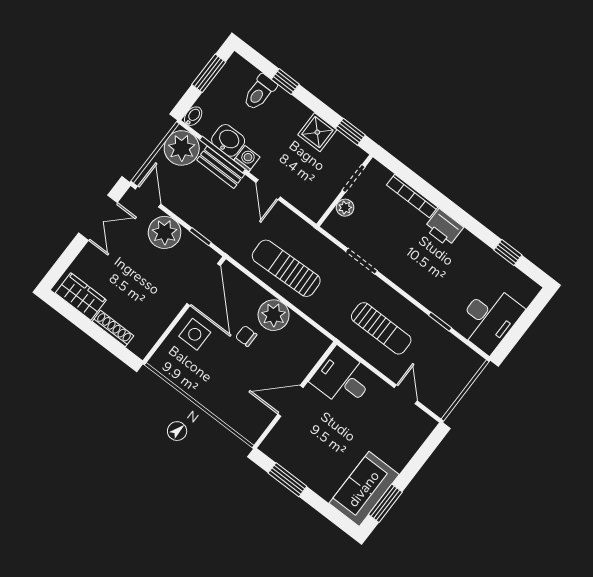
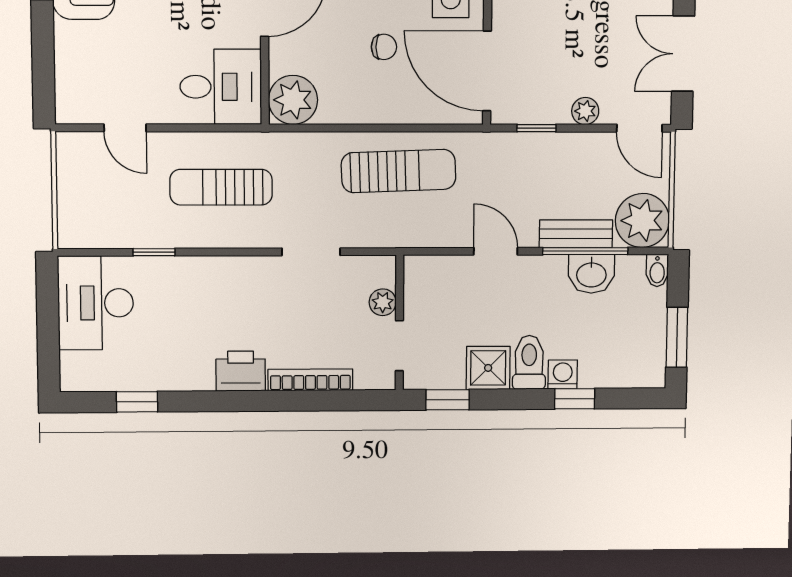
toilet: (260, 92) -> (529, 362), moved
washing machine: (247, 159) -> (563, 375), moved, turned 180
plant: (165, 232) -> (585, 111), width x0.53, depth x0.53
plant: (274, 315) -> (293, 100), moved

